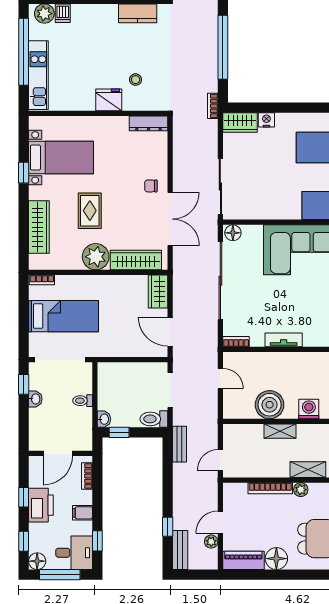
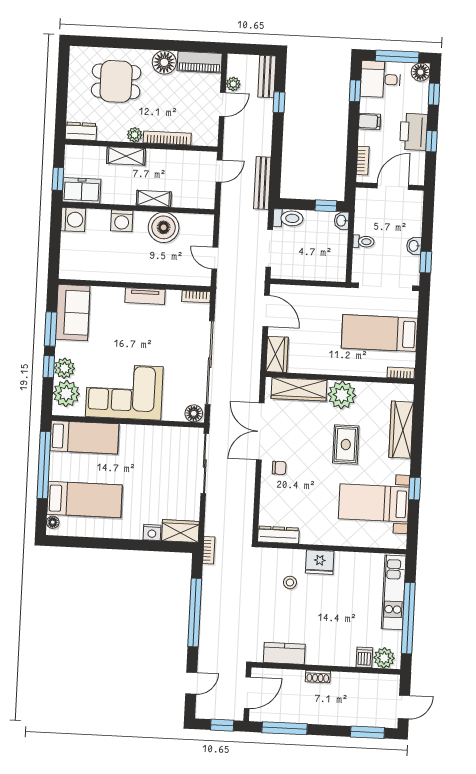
bench: (180, 444) -> (262, 183), width x1.36

